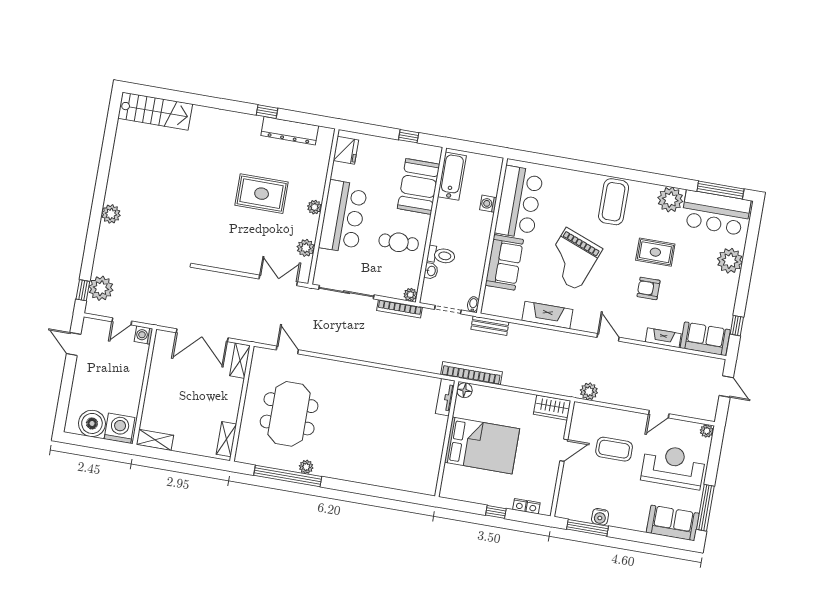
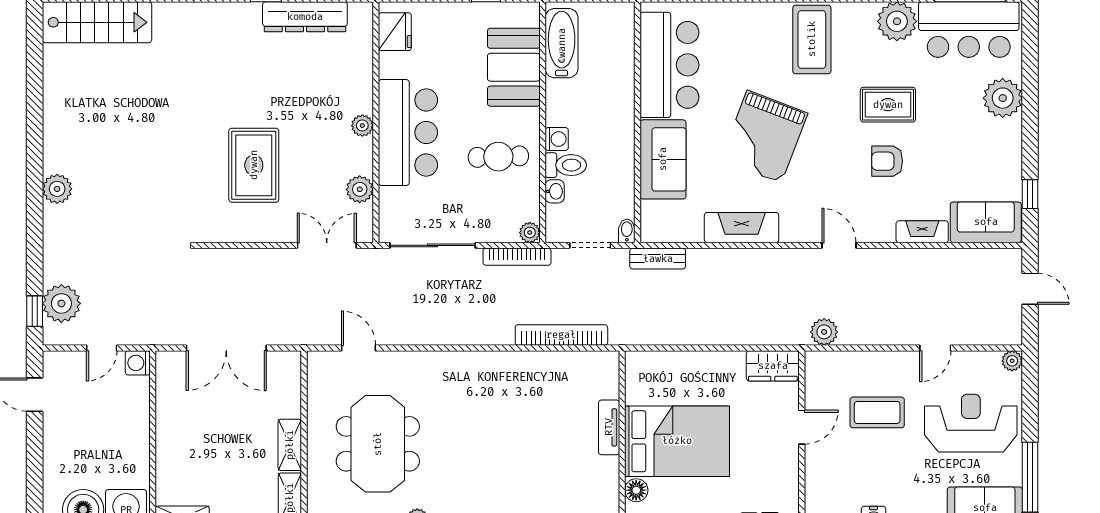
rug: (262, 194) -> (254, 165), moved, turned 90
washing machine: (488, 204) -> (557, 139), moved, turned 180
shelving: (240, 361) -> (290, 445), moved
bookcase: (471, 373) -> (561, 335), moved
floor lamp: (465, 390) -> (636, 490), moved
tv unit: (445, 397) -> (609, 427), moved

